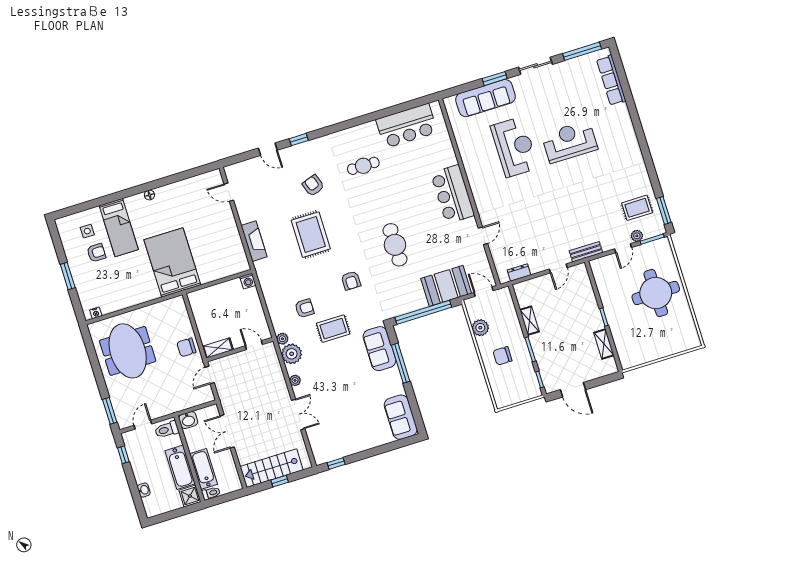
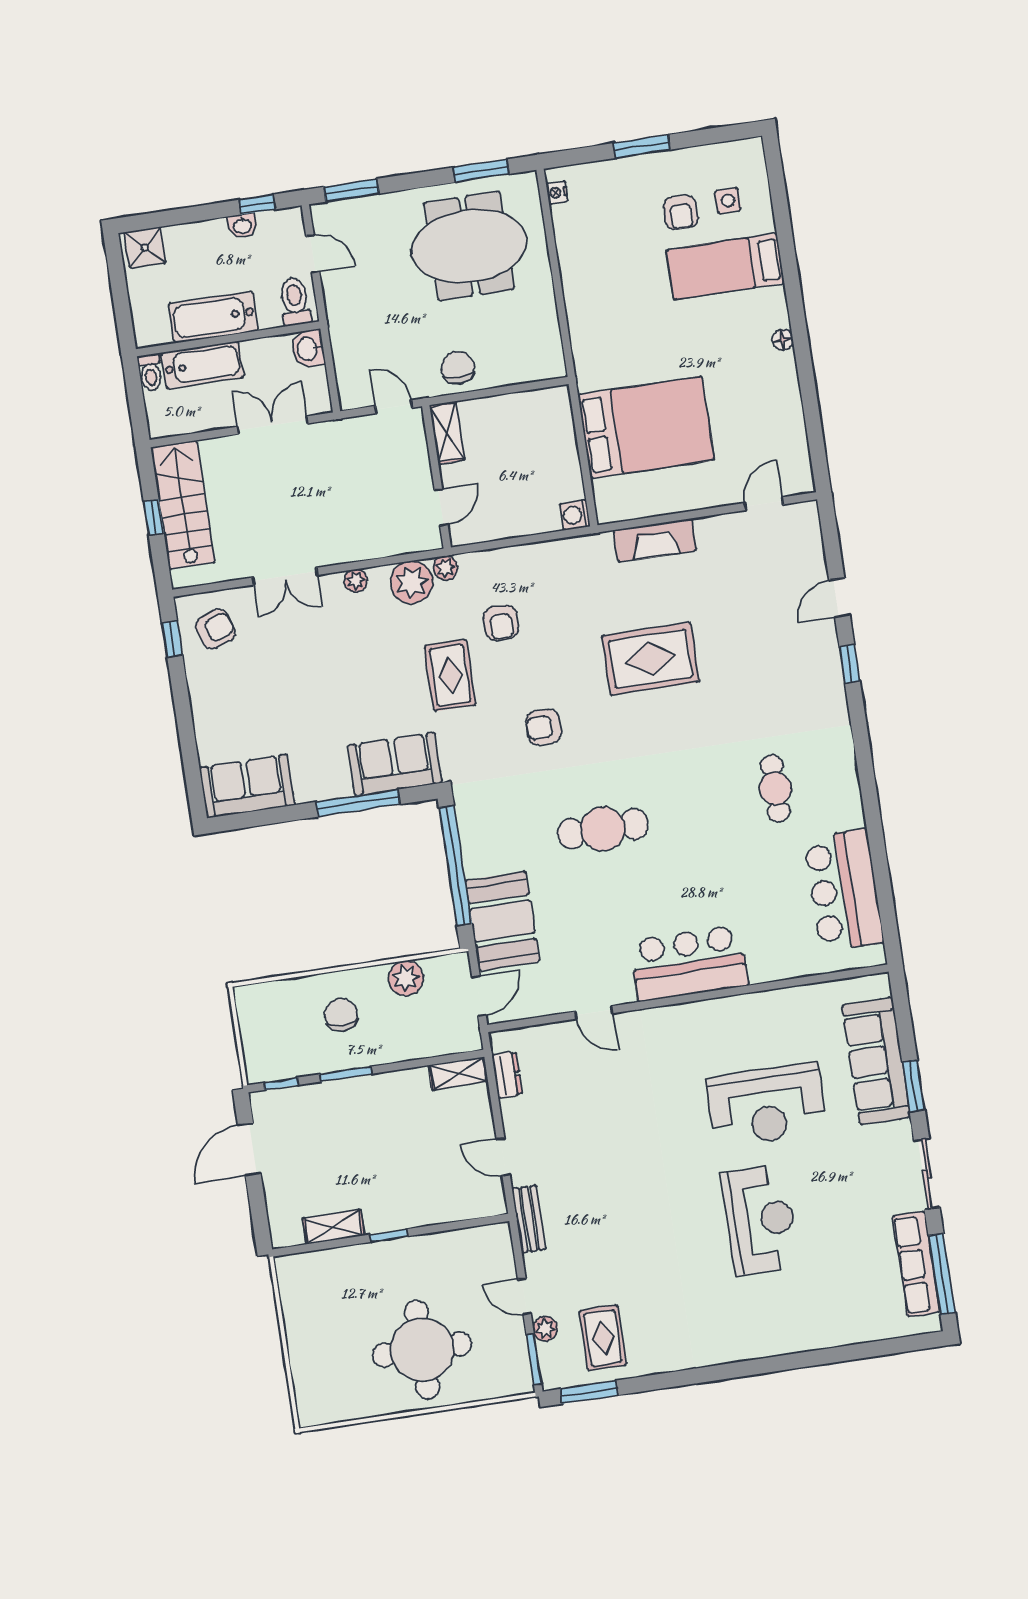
row of seats: (611, 80) -> (916, 1264), moved, turned -90
armchair: (313, 185) -> (215, 629), moved
bed: (172, 262) -> (646, 427), moved
shelving: (530, 321) -> (458, 1073), moved
window: (91, 351) -> (481, 171), added
washbasin: (144, 490) -> (242, 226), moved
shower: (190, 496) -> (145, 248), moved

